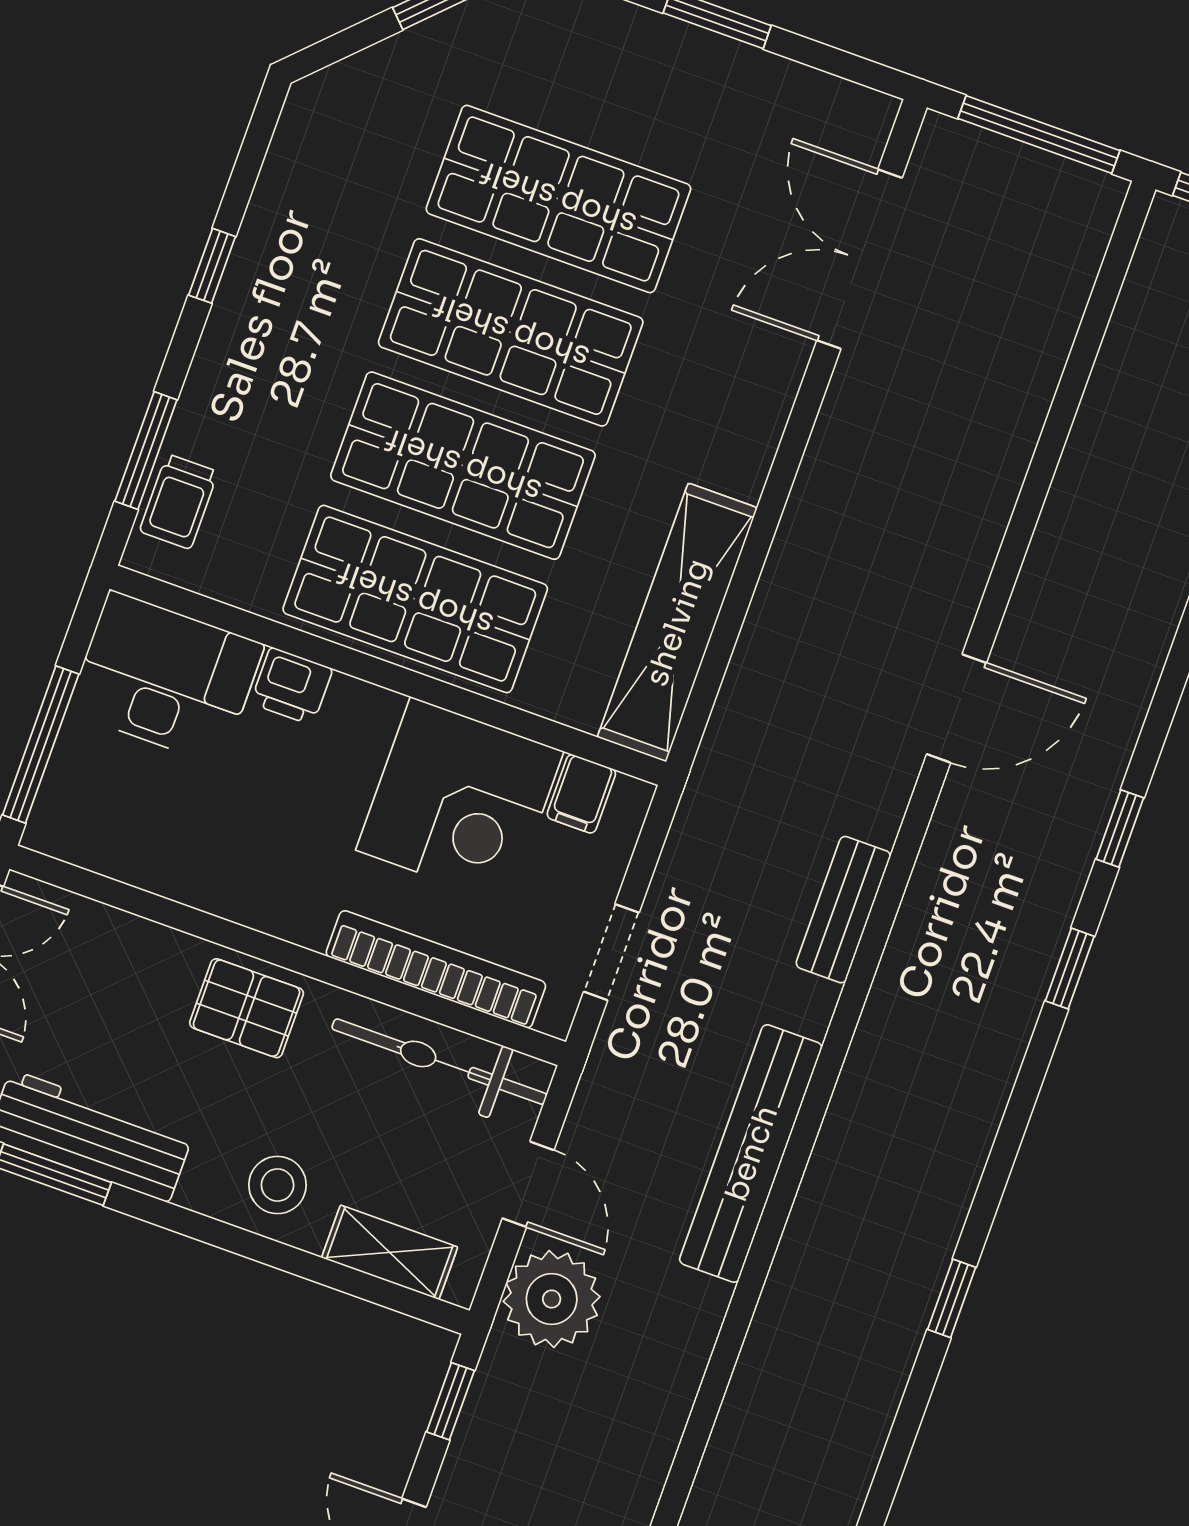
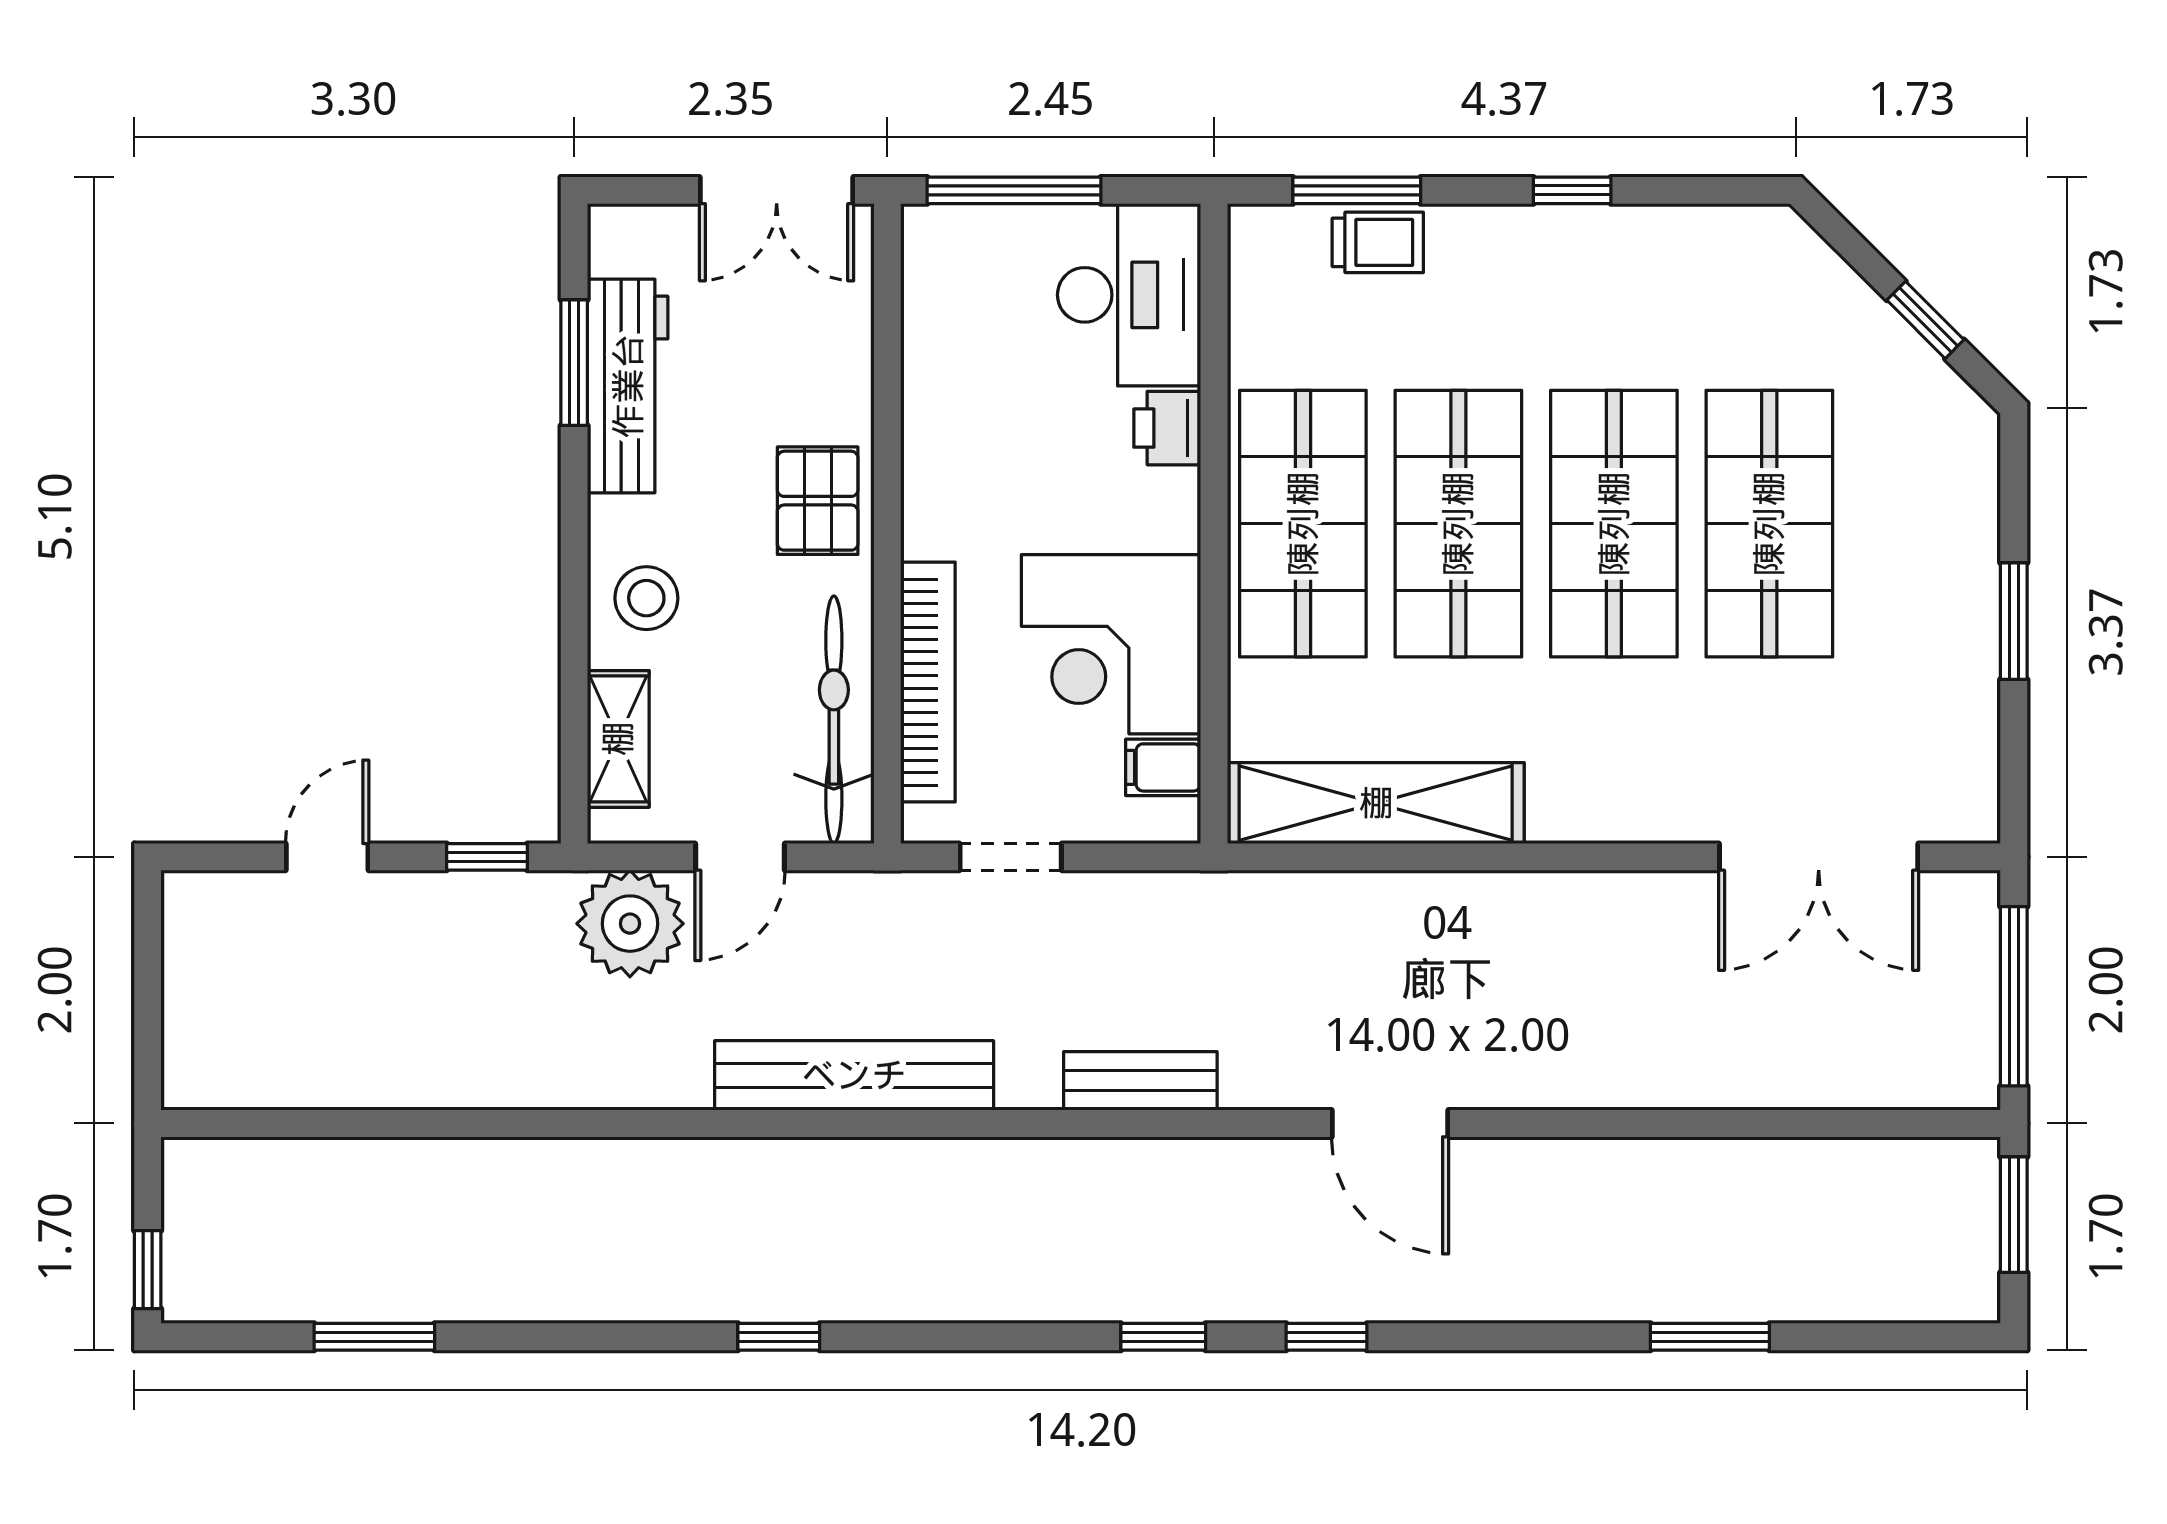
double door: (859, 259) -> (1819, 857), swing flipped
trolley: (179, 502) -> (1378, 242), moved, turned 180

